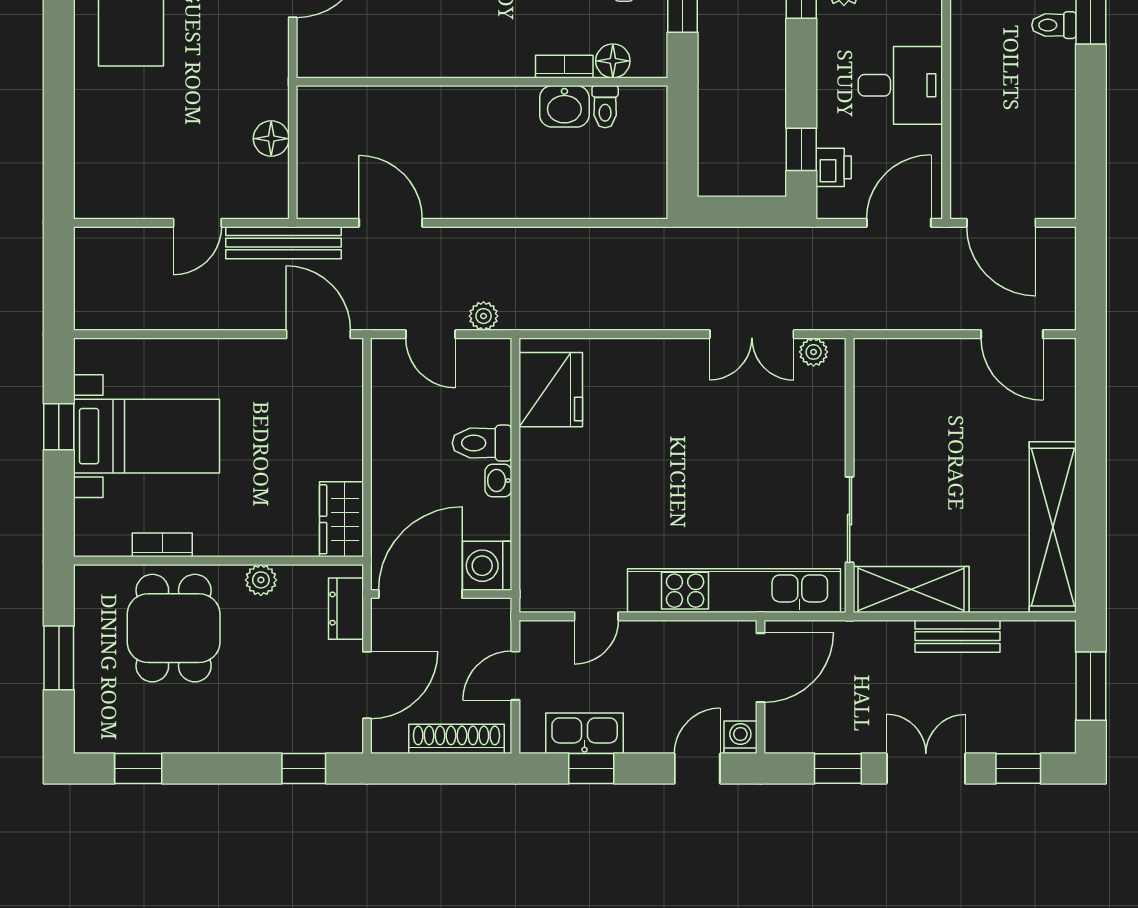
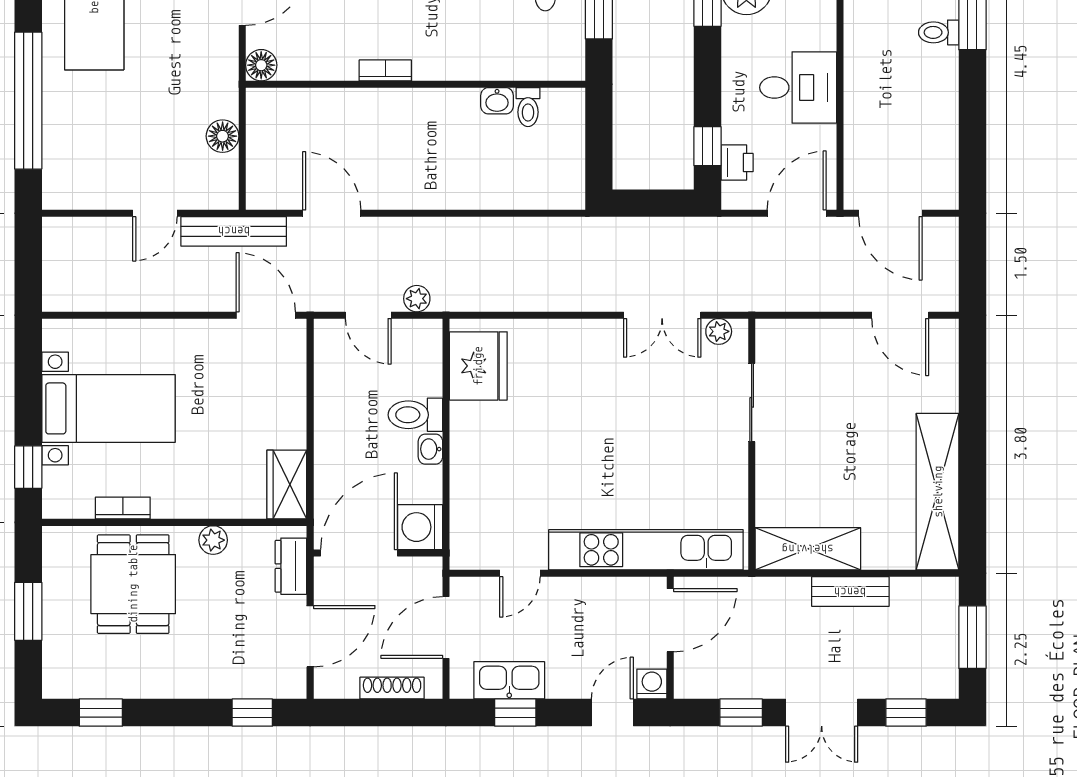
floor lamp: (613, 61) -> (261, 65), moved
bookcase: (564, 67) -> (385, 70), moved
window: (59, 100) -> (28, 101), added
washbasin: (564, 106) -> (497, 101), width x0.72, depth x0.69
window: (59, 427) -> (28, 467), moved
sliding door: (850, 520) -> (752, 402), moved
door: (515, 676) -> (446, 628), width x1.38
shoe rack: (456, 739) -> (392, 688), width x0.74, depth x0.81
double door: (926, 769) -> (822, 713), swing flipped

